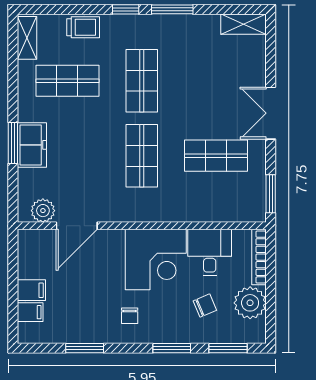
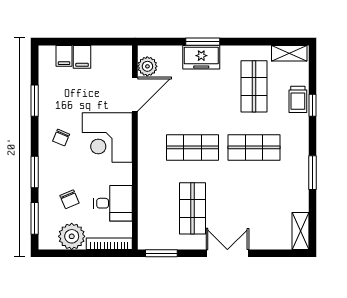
window: (126, 9) -> (313, 105), moved
door: (77, 226) -> (135, 94), swing flipped
corner desk: (156, 260) -> (107, 138), moved
chair: (130, 316) -> (61, 138), turned -67

